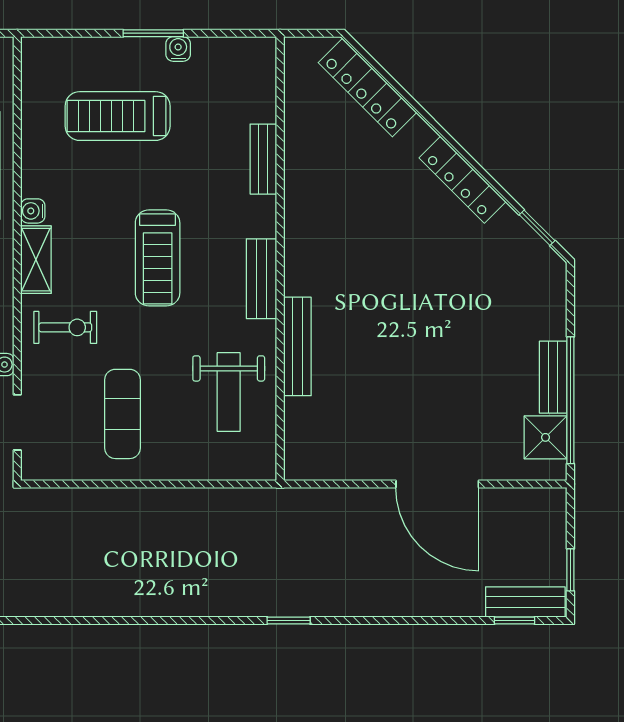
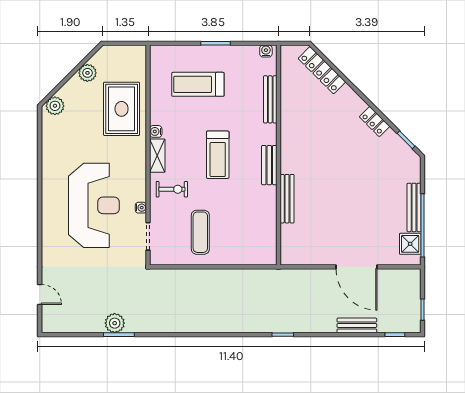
water cooler: (178, 49) -> (266, 51), moved
bench: (263, 159) -> (270, 99), width x1.36
locker: (463, 180) -> (375, 122), width x0.66
bench: (553, 377) -> (414, 207), width x1.36
weight bench: (229, 392) -> (253, 221), removed
bench: (525, 602) -> (357, 325), moved

